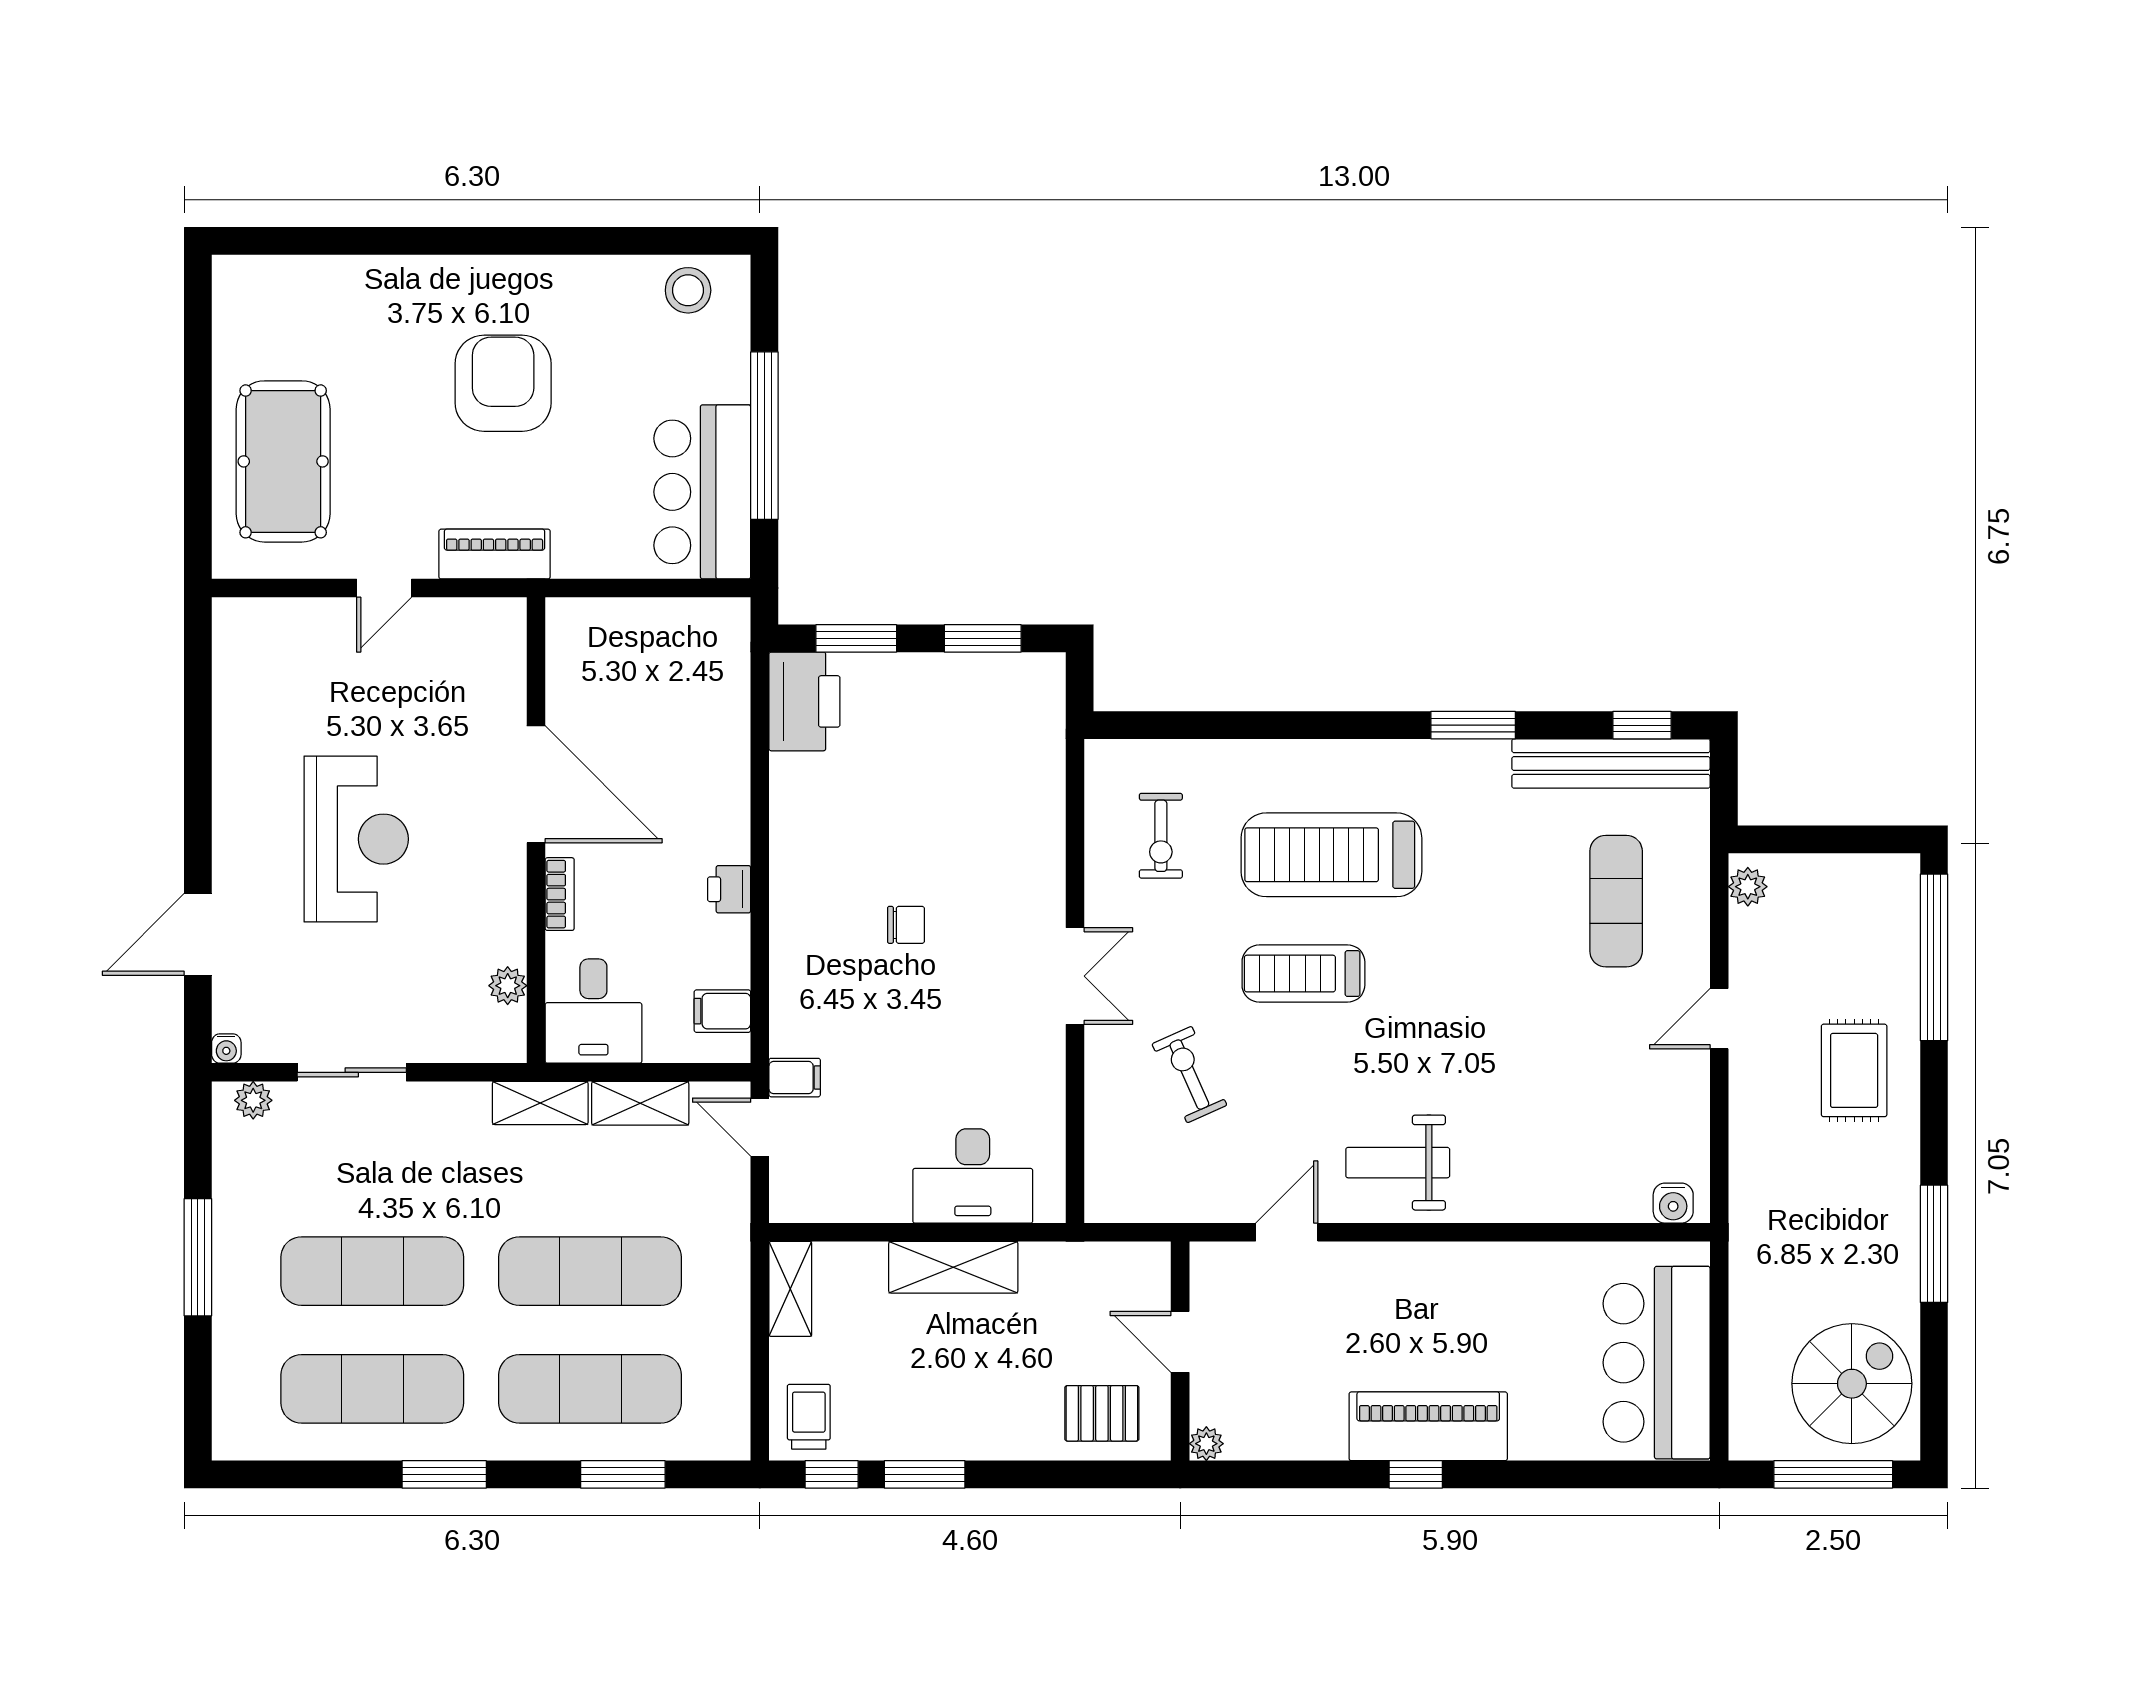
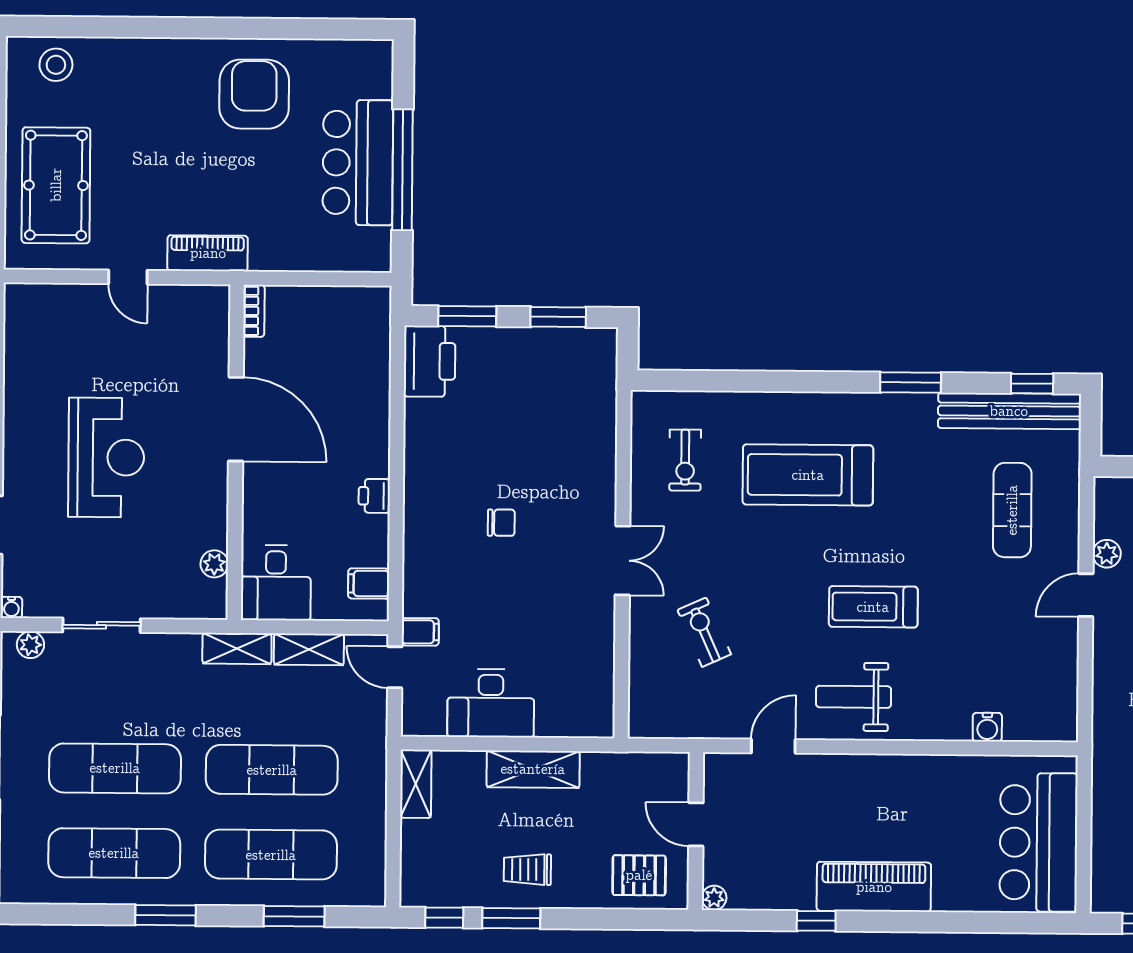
stool: (688, 290) -> (56, 65), moved
armchair: (503, 383) -> (254, 94), moved
bar counter: (702, 492) -> (358, 163), moved
door: (384, 588) -> (128, 277), hinge flipped
plant: (1748, 887) -> (1107, 554), moved
bookcase: (560, 894) -> (254, 311), moved
treadmill: (1303, 974) -> (873, 607), moved
desk: (973, 1176) -> (491, 703), moved
water cooler: (1673, 1203) -> (987, 727), moved
trolley: (809, 1417) -> (527, 869), moved, turned -90
window: (1416, 1474) -> (816, 921), moved

